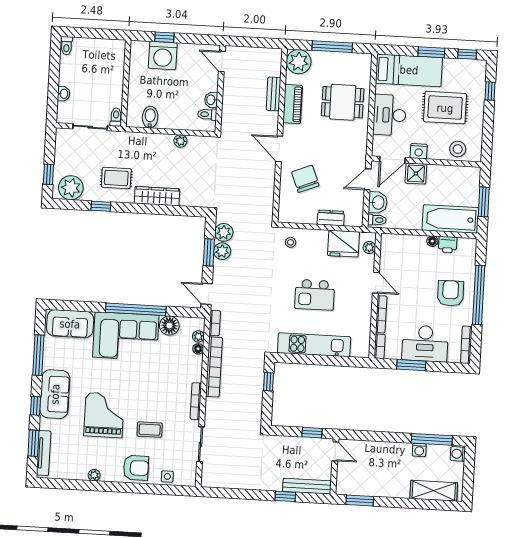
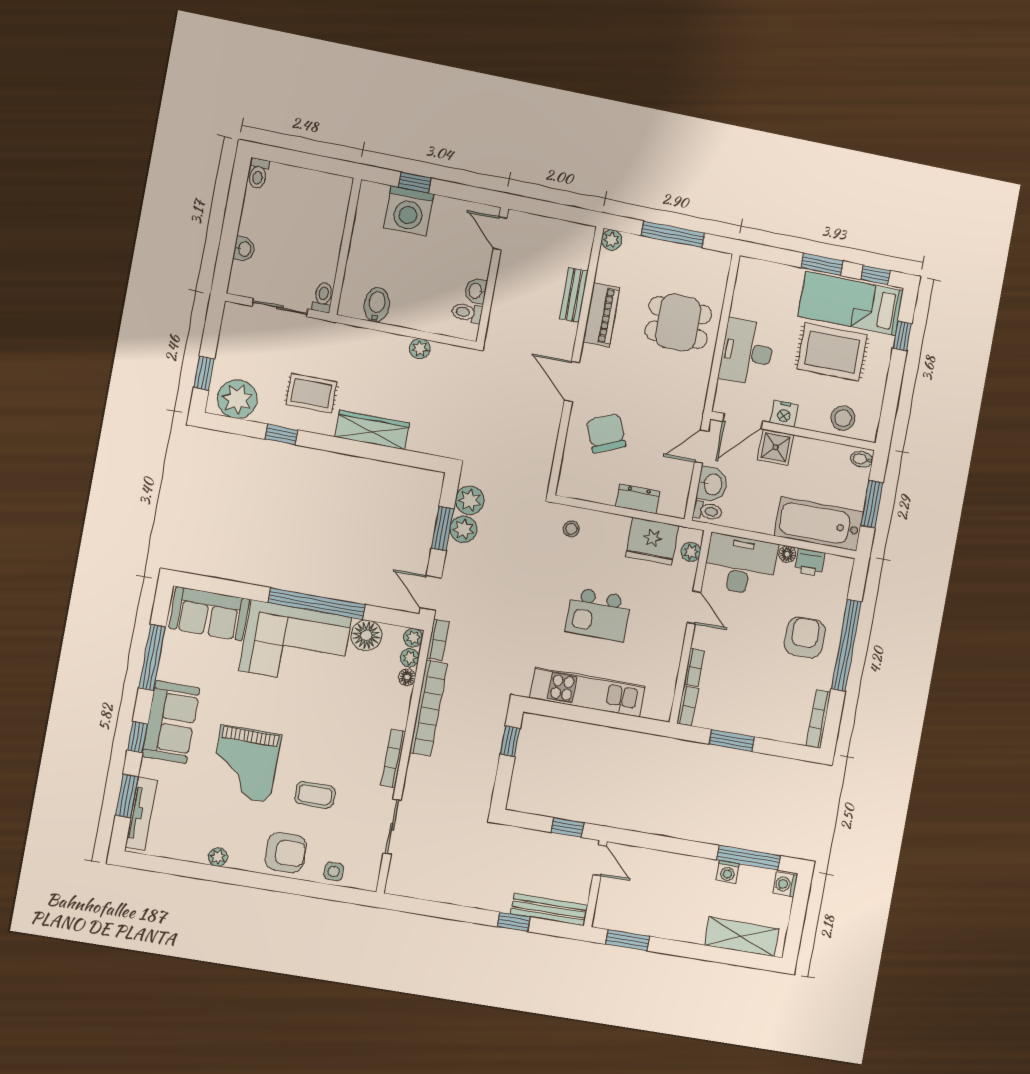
plant: (299, 62) -> (612, 240), width x0.53, depth x0.53
bed: (409, 70) -> (851, 304), moved, turned 180
bidet: (473, 174) -> (862, 459), added
bookcase: (381, 314) -> (694, 667), width x0.64
plant: (199, 323) -> (413, 638), added
desk: (425, 343) -> (740, 565), moved, turned 180
grand piano: (104, 415) -> (245, 764), turned 180

